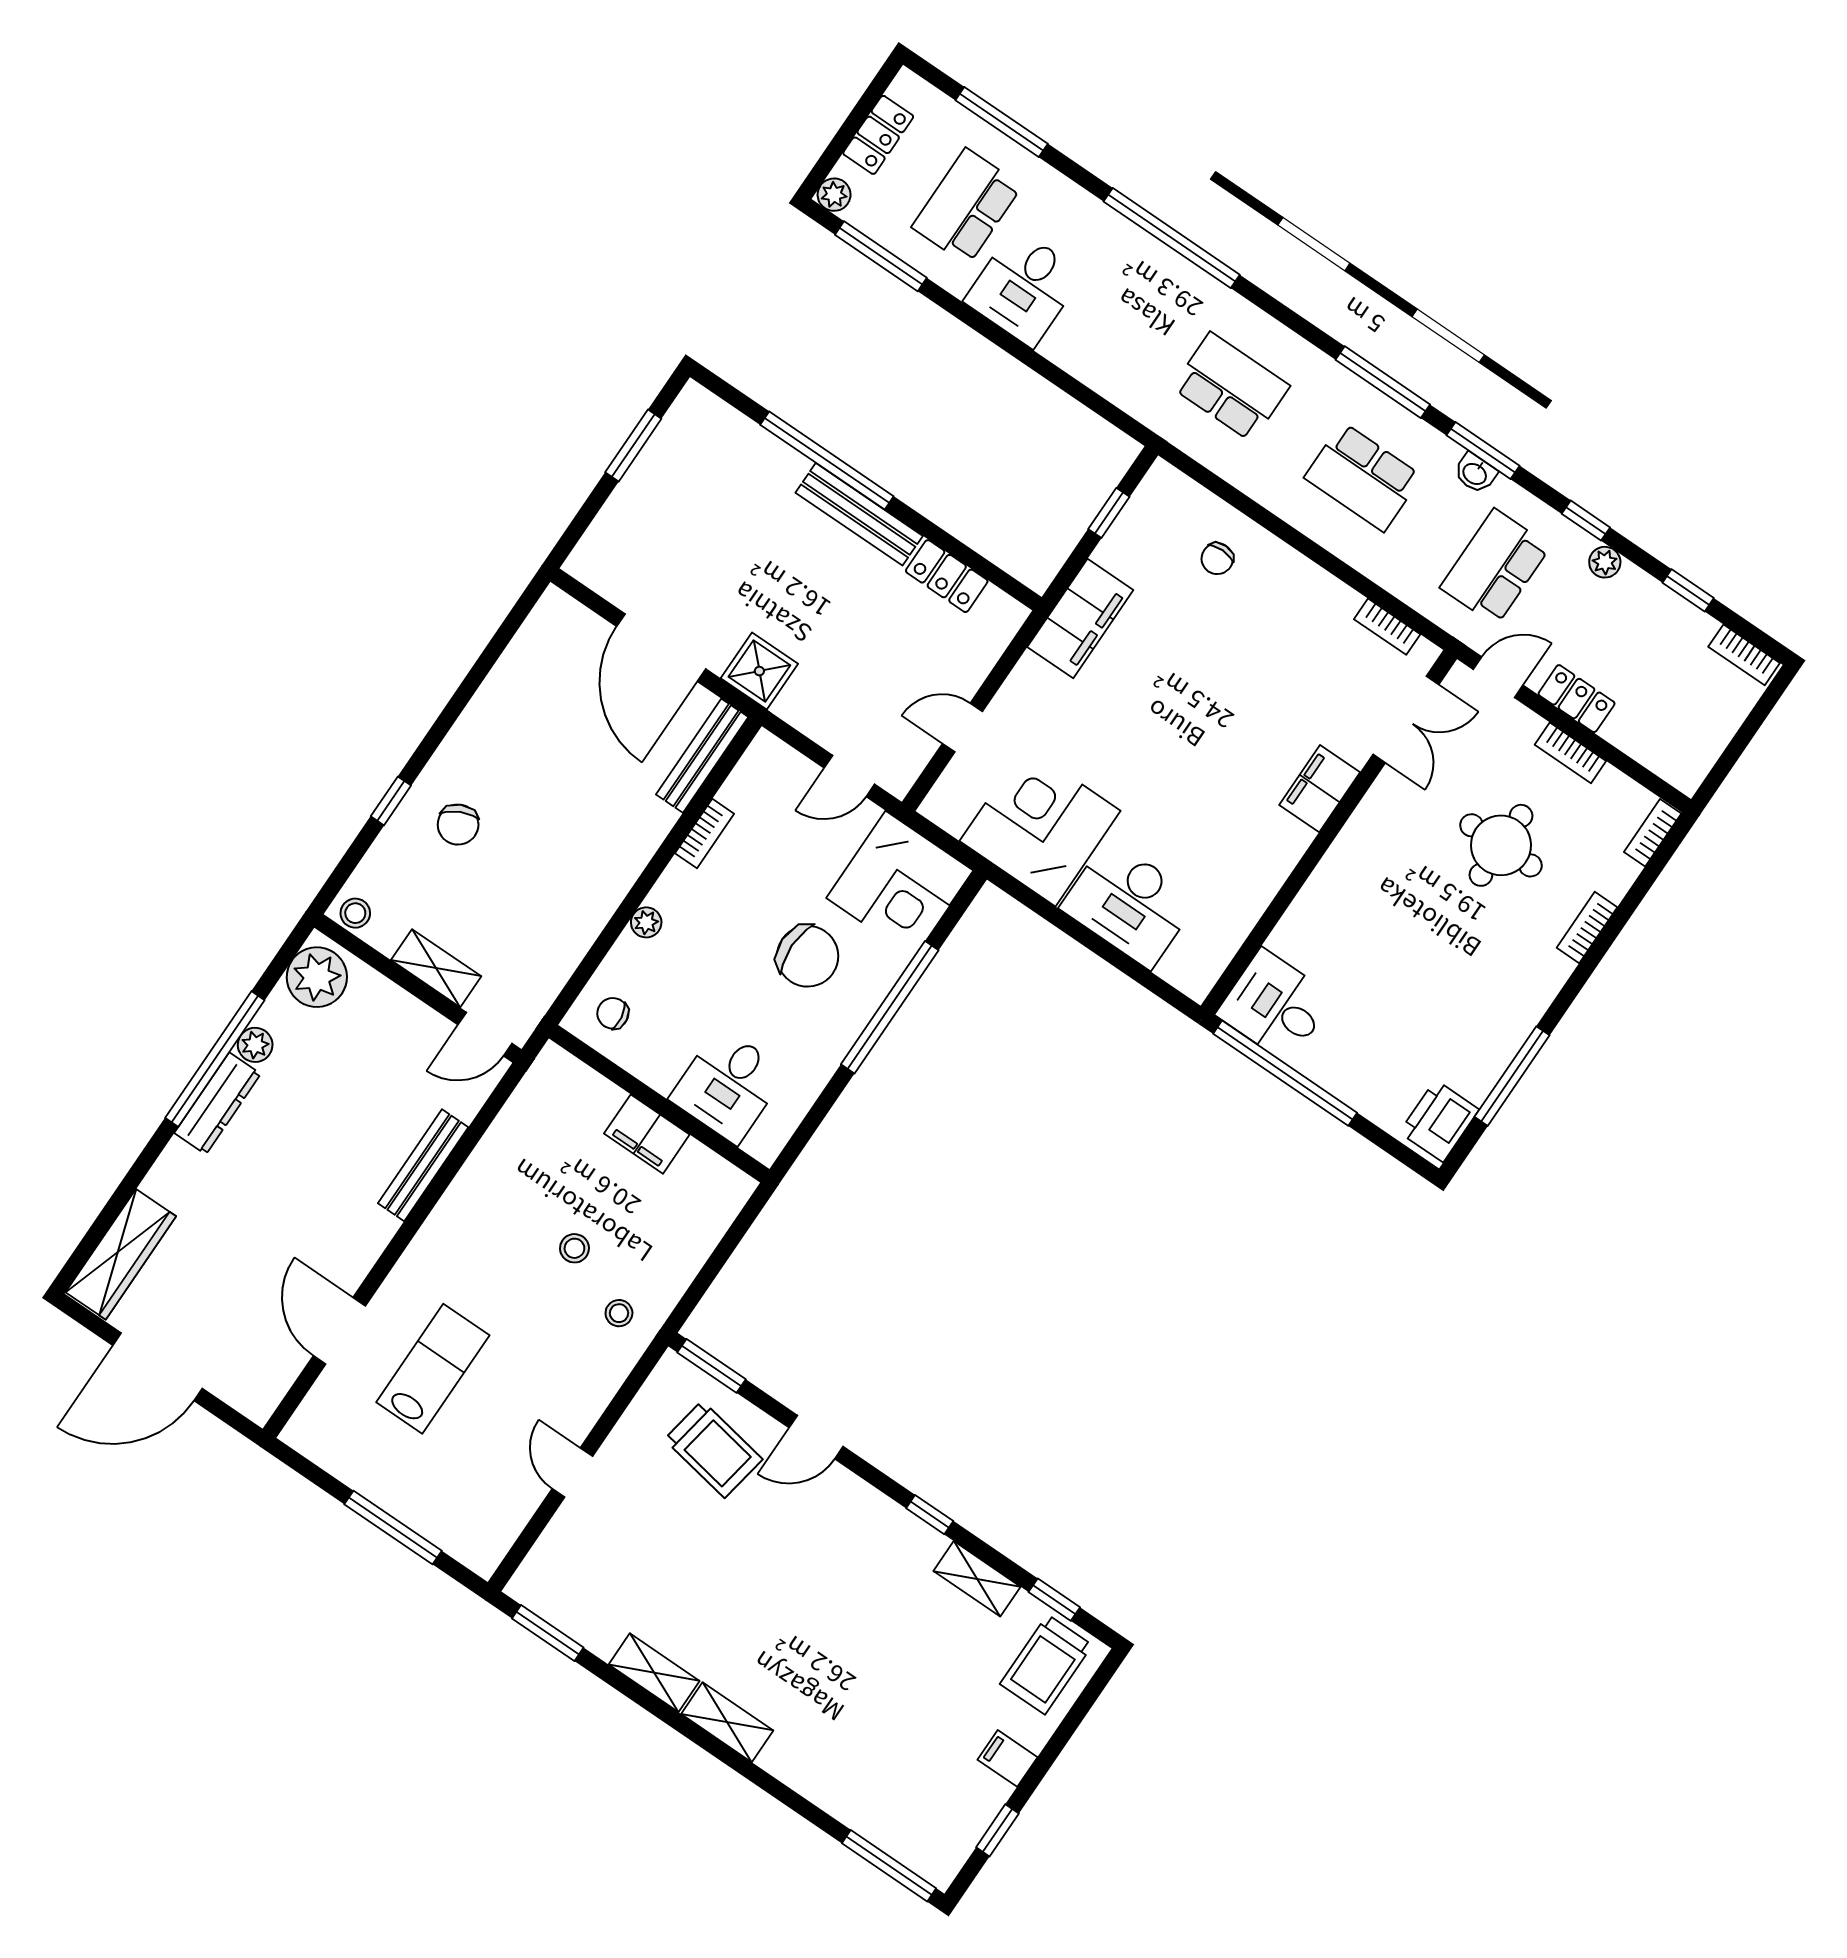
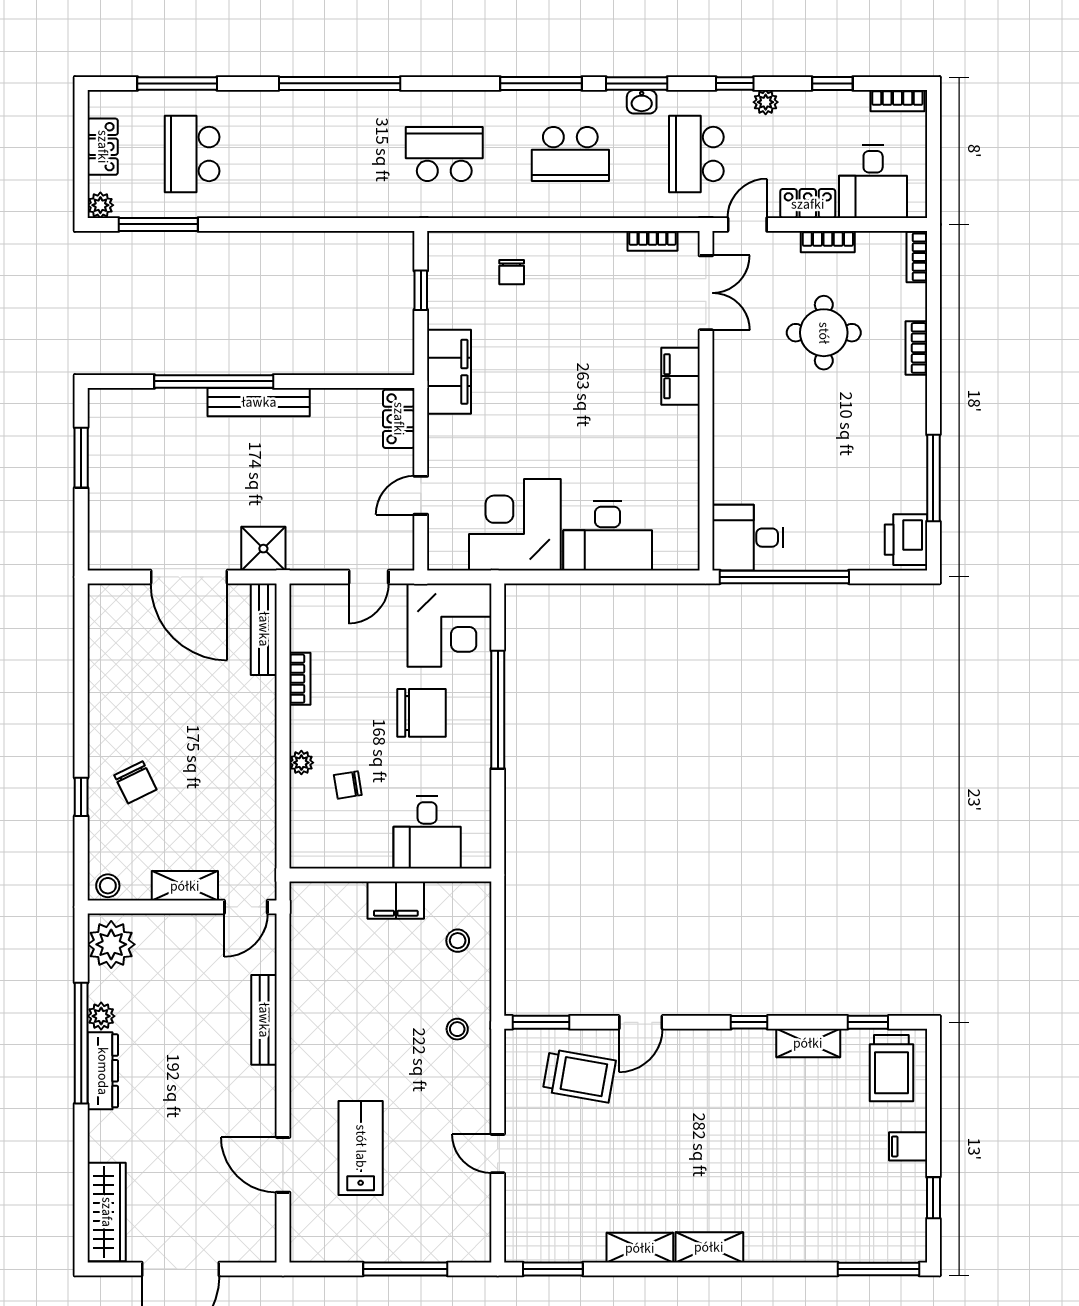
desk: (1024, 288) -> (873, 182), moved
locker: (947, 576) -> (399, 419), moved, turned 90
chair: (613, 1013) -> (348, 785), moved
stool: (574, 1248) -> (458, 941), moved

